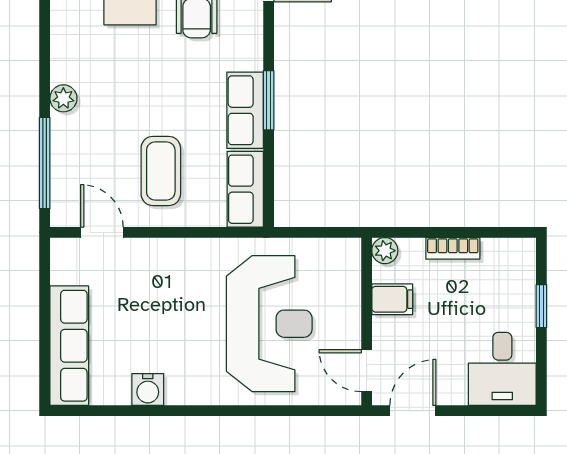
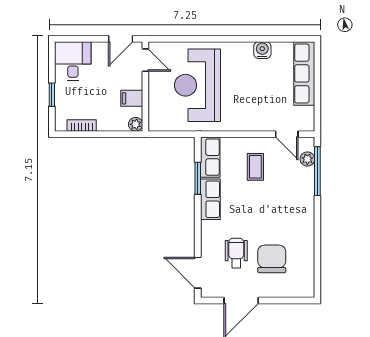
plant: (63, 98) -> (307, 159), moved
window: (269, 100) -> (198, 178), moved
coffee table: (161, 171) -> (255, 167), width x0.73, depth x0.77
bookcase: (453, 248) -> (82, 125), moved

